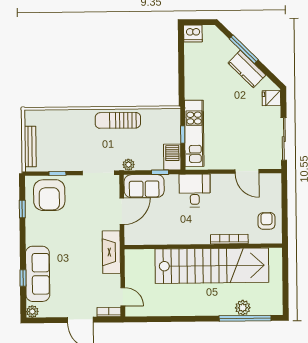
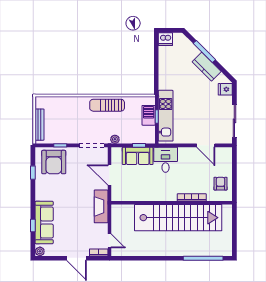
barbecue: (172, 157) -> (149, 115), moved
sofa: (144, 186) -> (138, 156), moved
door: (122, 211) -> (109, 175), swing flipped
plant: (243, 308) -> (202, 250), removed

